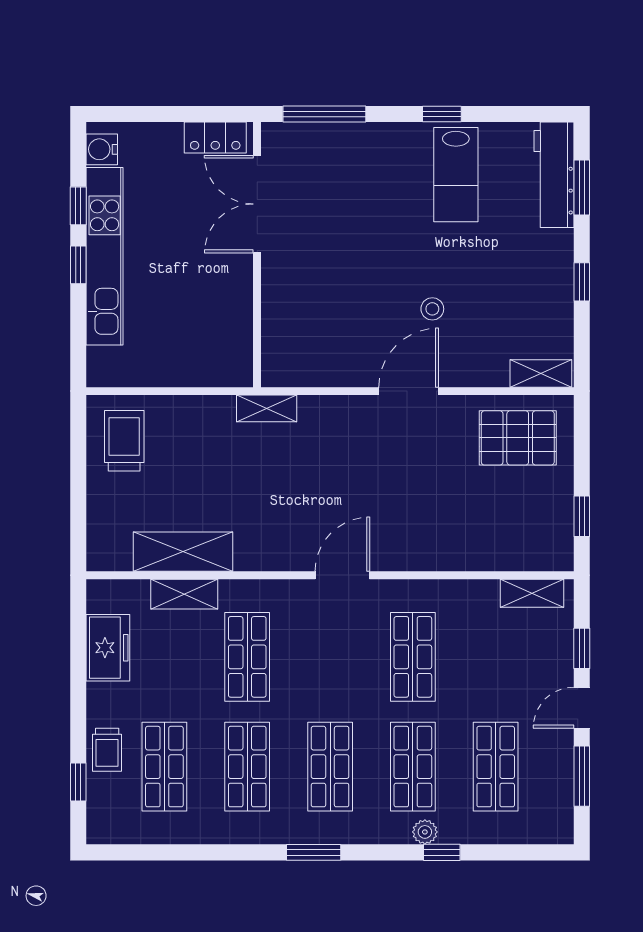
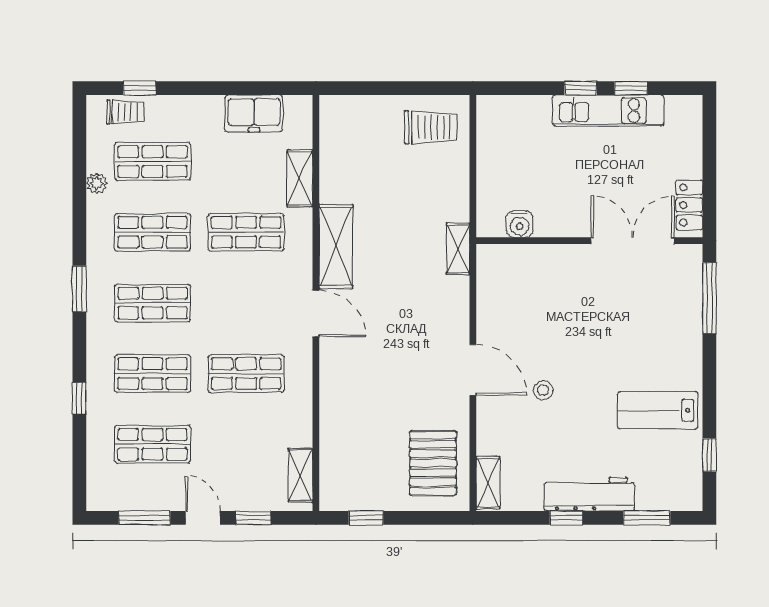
window: (442, 114) -> (709, 455), moved
water cooler: (102, 149) -> (519, 224), moved, turned 180
workbench: (554, 175) -> (589, 494), moved
kitchen unit: (105, 256) -> (608, 111), width x0.73
shelving: (183, 552) -> (336, 247), moved
trolley: (107, 750) -> (125, 112), moved, turned 180
plant: (425, 832) -> (97, 183), moved

